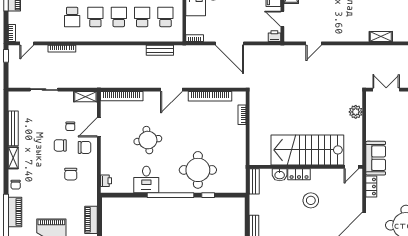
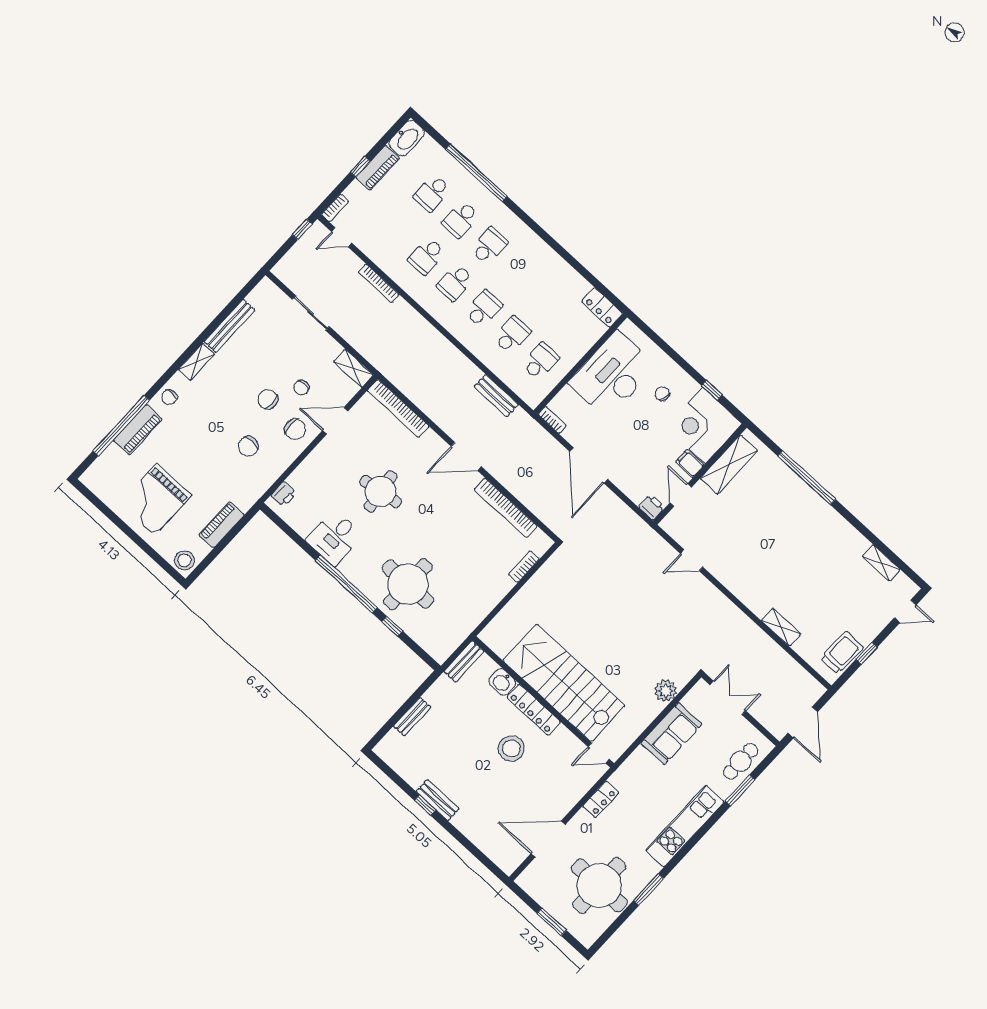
school desk: (95, 17) -> (455, 282), turned 180
sofa: (376, 158) -> (671, 734), moved
locker: (299, 174) -> (534, 710), width x1.53

